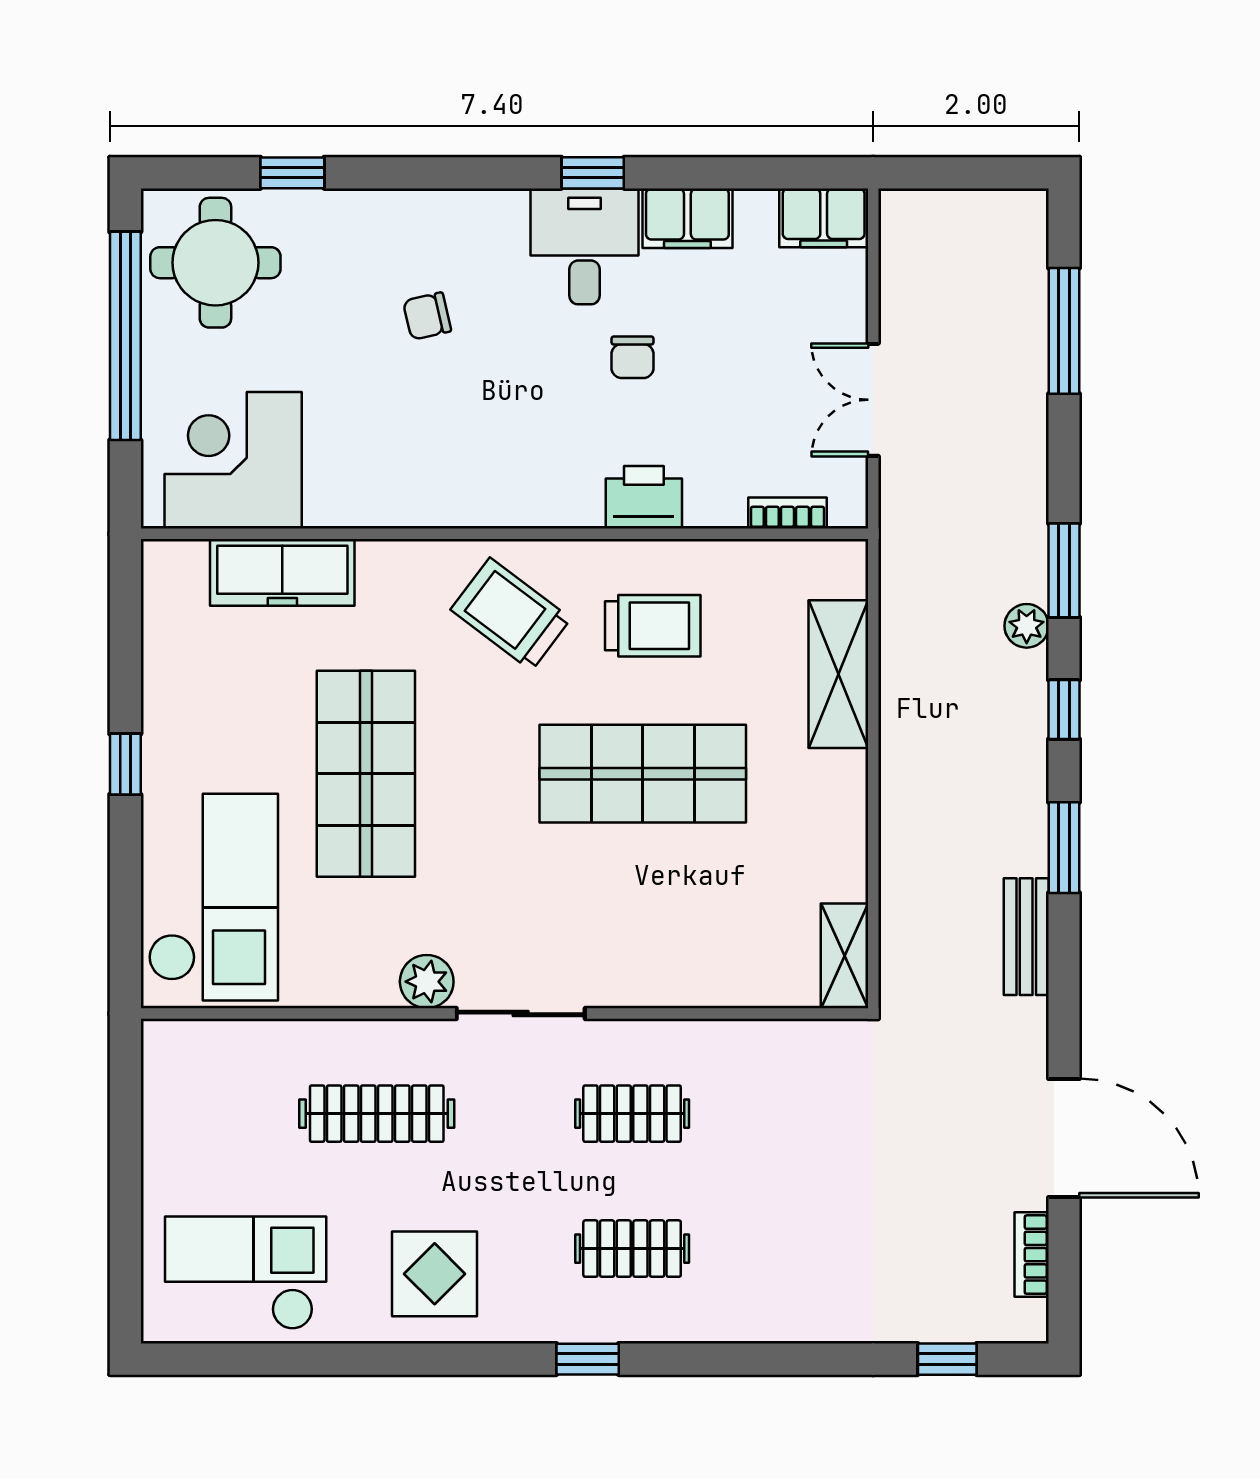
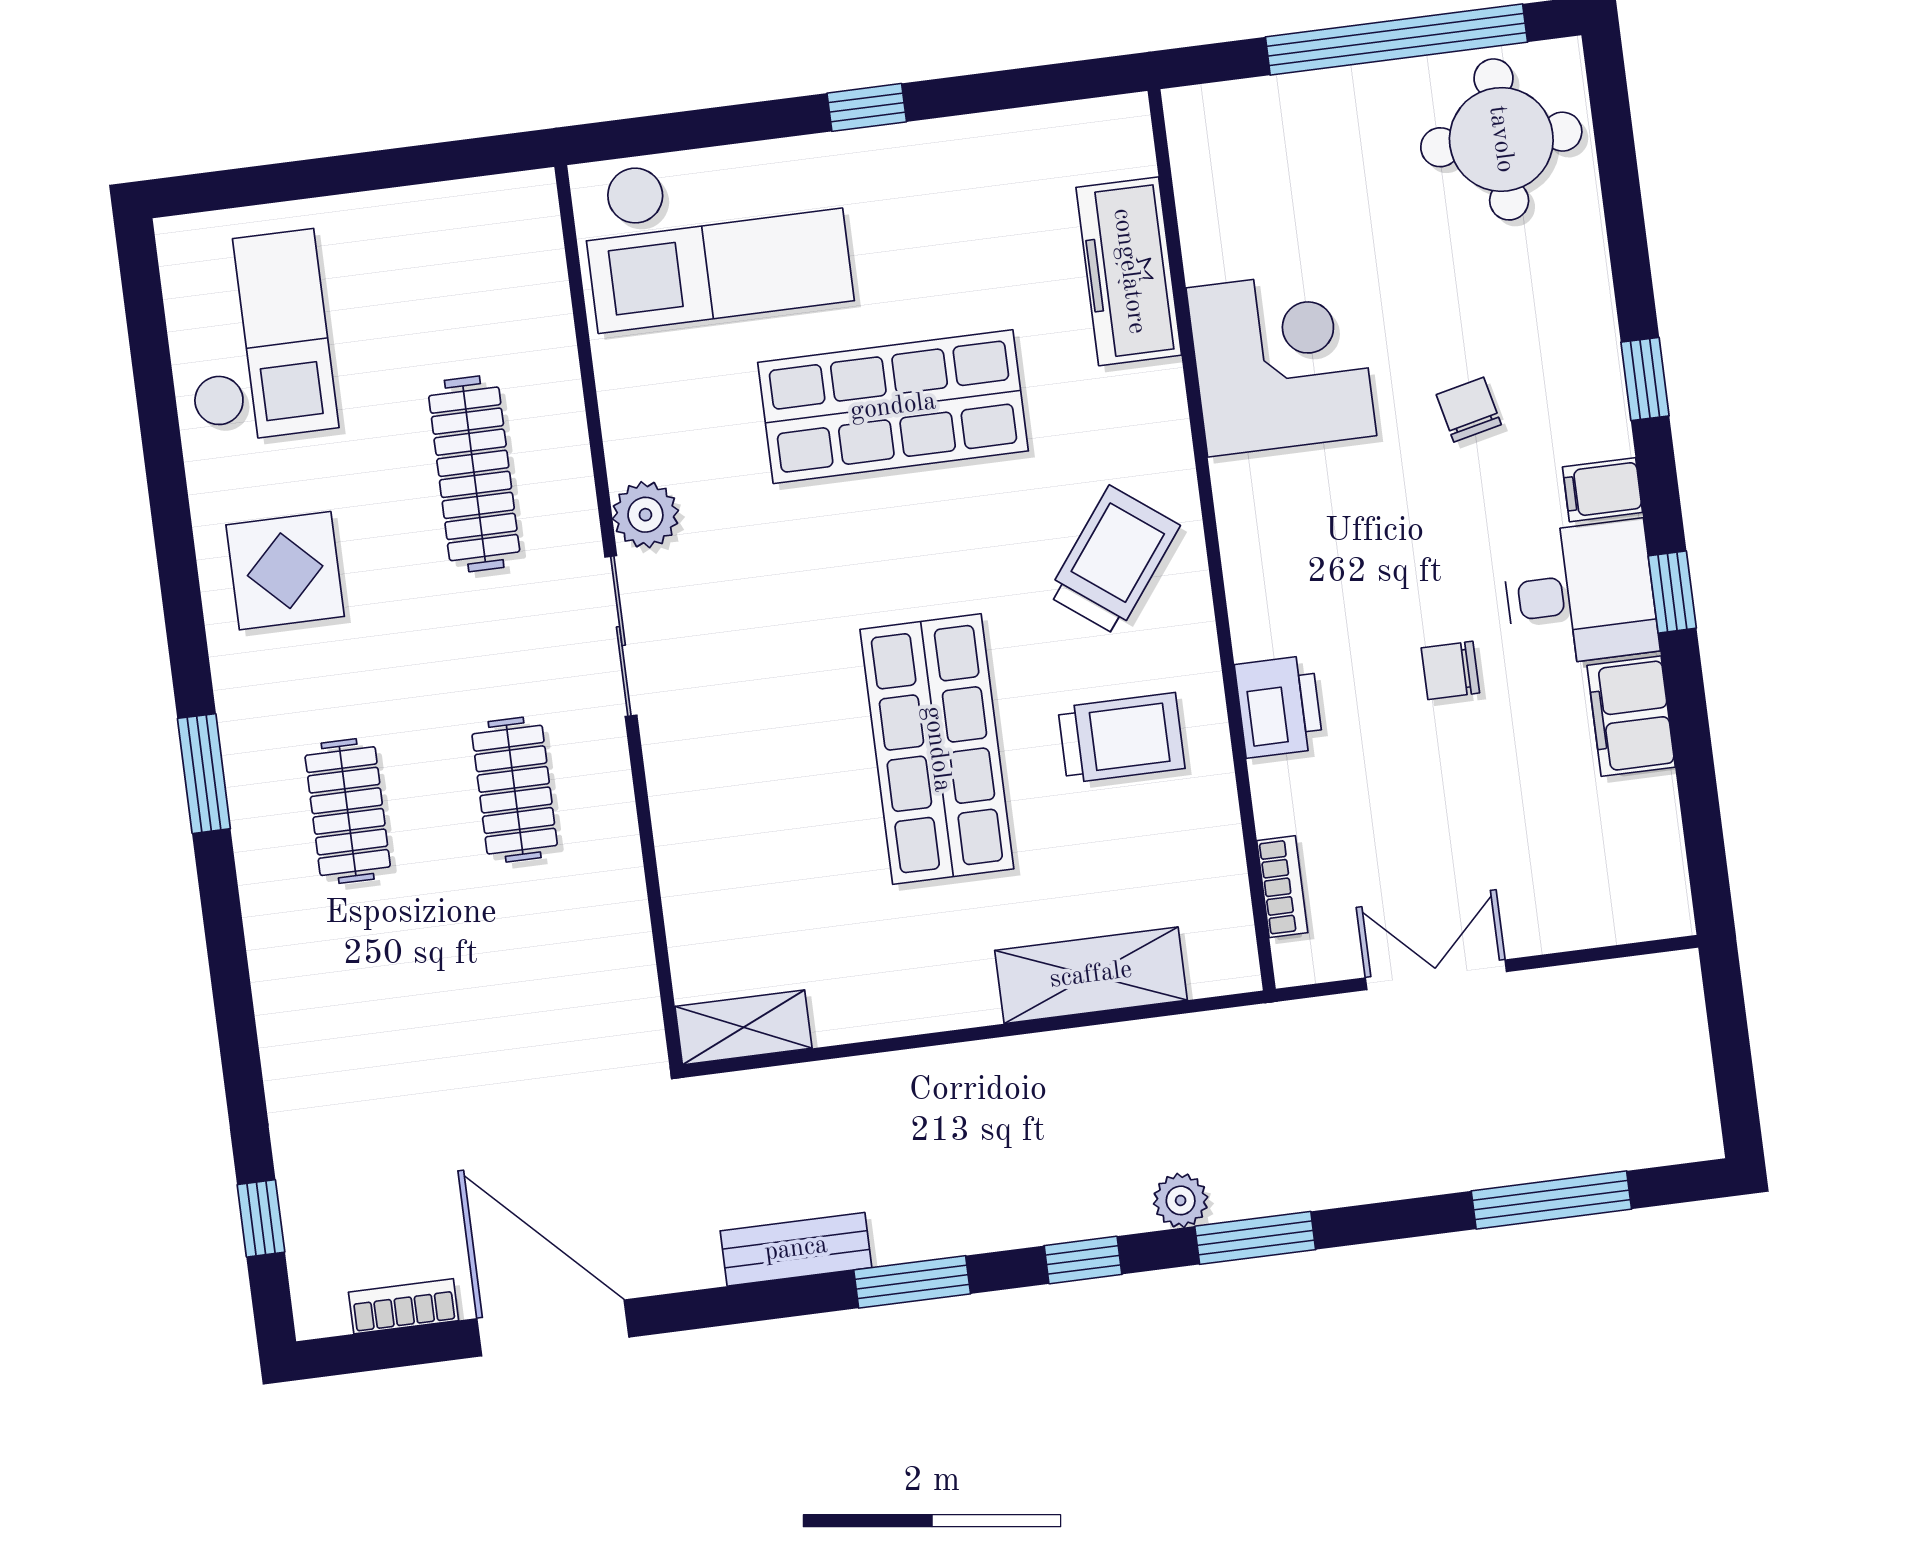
window: (292, 173) -> (1645, 379), moved
filing cabinet: (824, 218) -> (1603, 490), moved, width x0.50
corner desk: (233, 460) -> (1281, 362), moved
trolley: (653, 626) -> (1121, 738), turned -90
door: (1064, 1138) -> (553, 1328), swing flipped
window: (588, 1359) -> (204, 774), width x1.50

